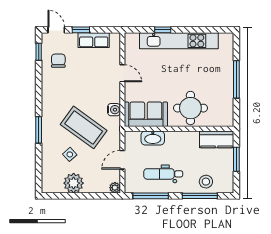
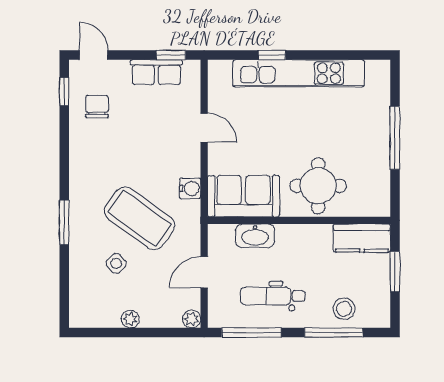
window: (81, 30) -> (171, 55), moved
plant: (74, 183) -> (130, 319), width x0.53, depth x0.53

